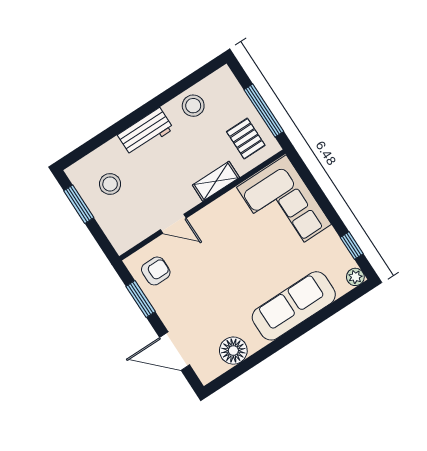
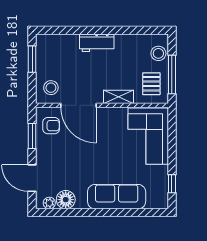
stool: (193, 106) -> (158, 53), moved
stool: (110, 184) -> (51, 88), moved
door: (173, 224) -> (79, 105), width x1.88
plant: (355, 277) -> (49, 203), moved

